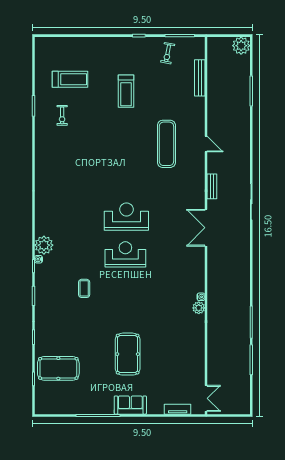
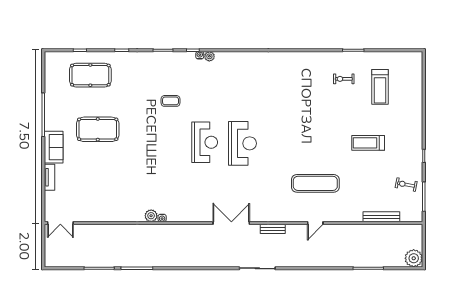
plant: (44, 245) -> (209, 56), width x0.53, depth x0.53
pool table: (128, 354) -> (98, 129), moved
pool table: (58, 368) -> (90, 75), turned 90
tv unit: (178, 409) -> (49, 177), moved

